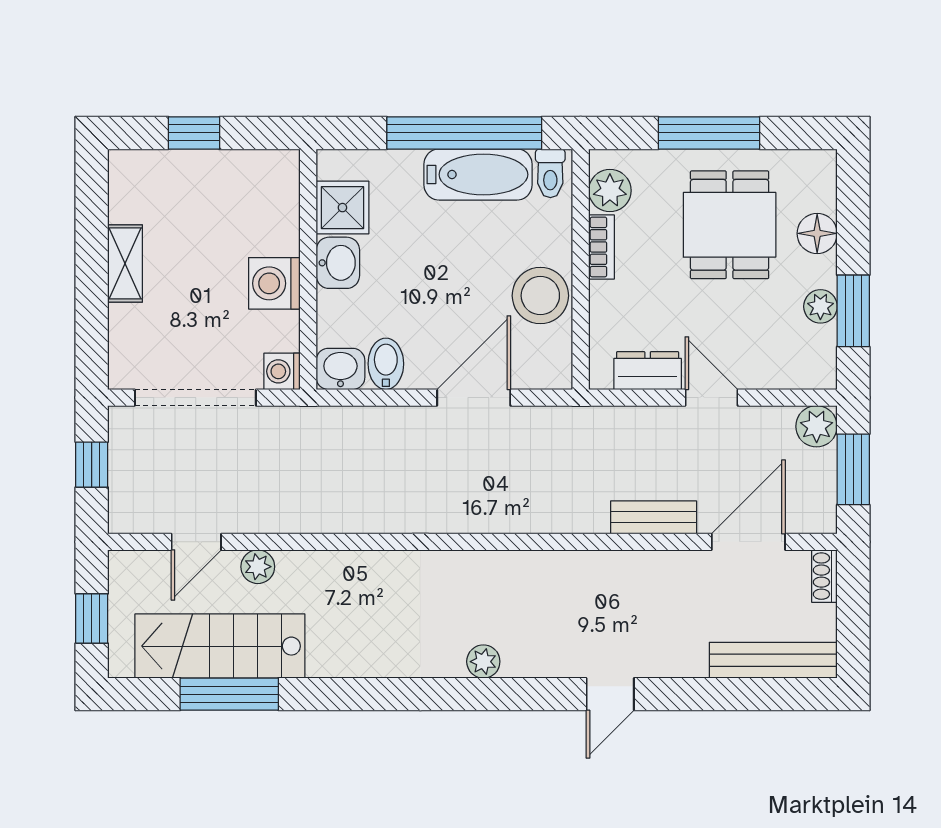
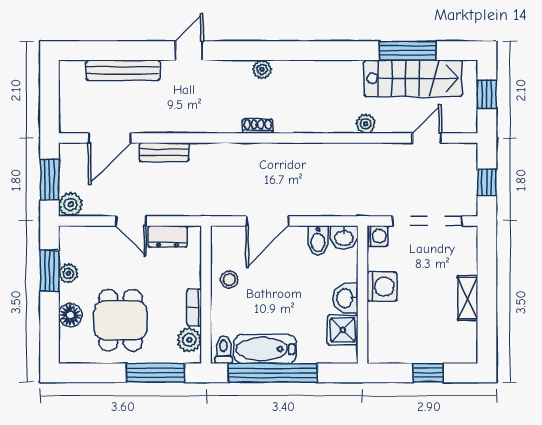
window: (709, 133) -> (156, 373), moved
stool: (540, 296) -> (229, 280), width x0.53, depth x0.53
plant: (258, 567) -> (366, 124), moved
shoe rack: (824, 576) -> (257, 126), moved, turned -90
bench: (773, 660) -> (123, 70), moved

